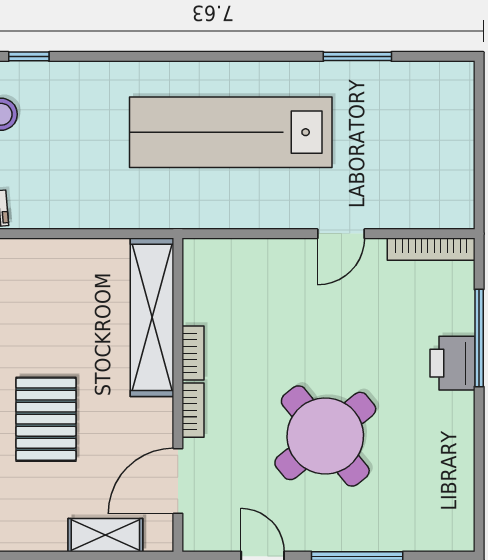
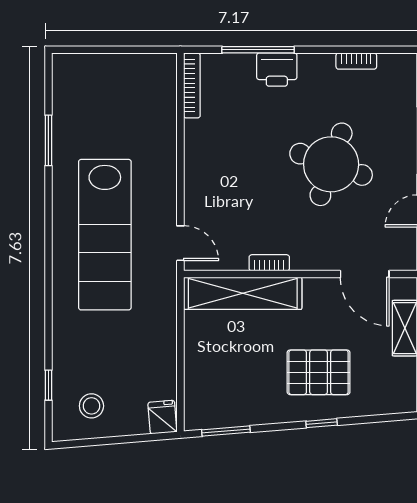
door: (341, 234) -> (180, 243), moved
bookcase: (193, 410) -> (356, 61), moved, turned 180
round table: (325, 436) -> (331, 164), turned -32

